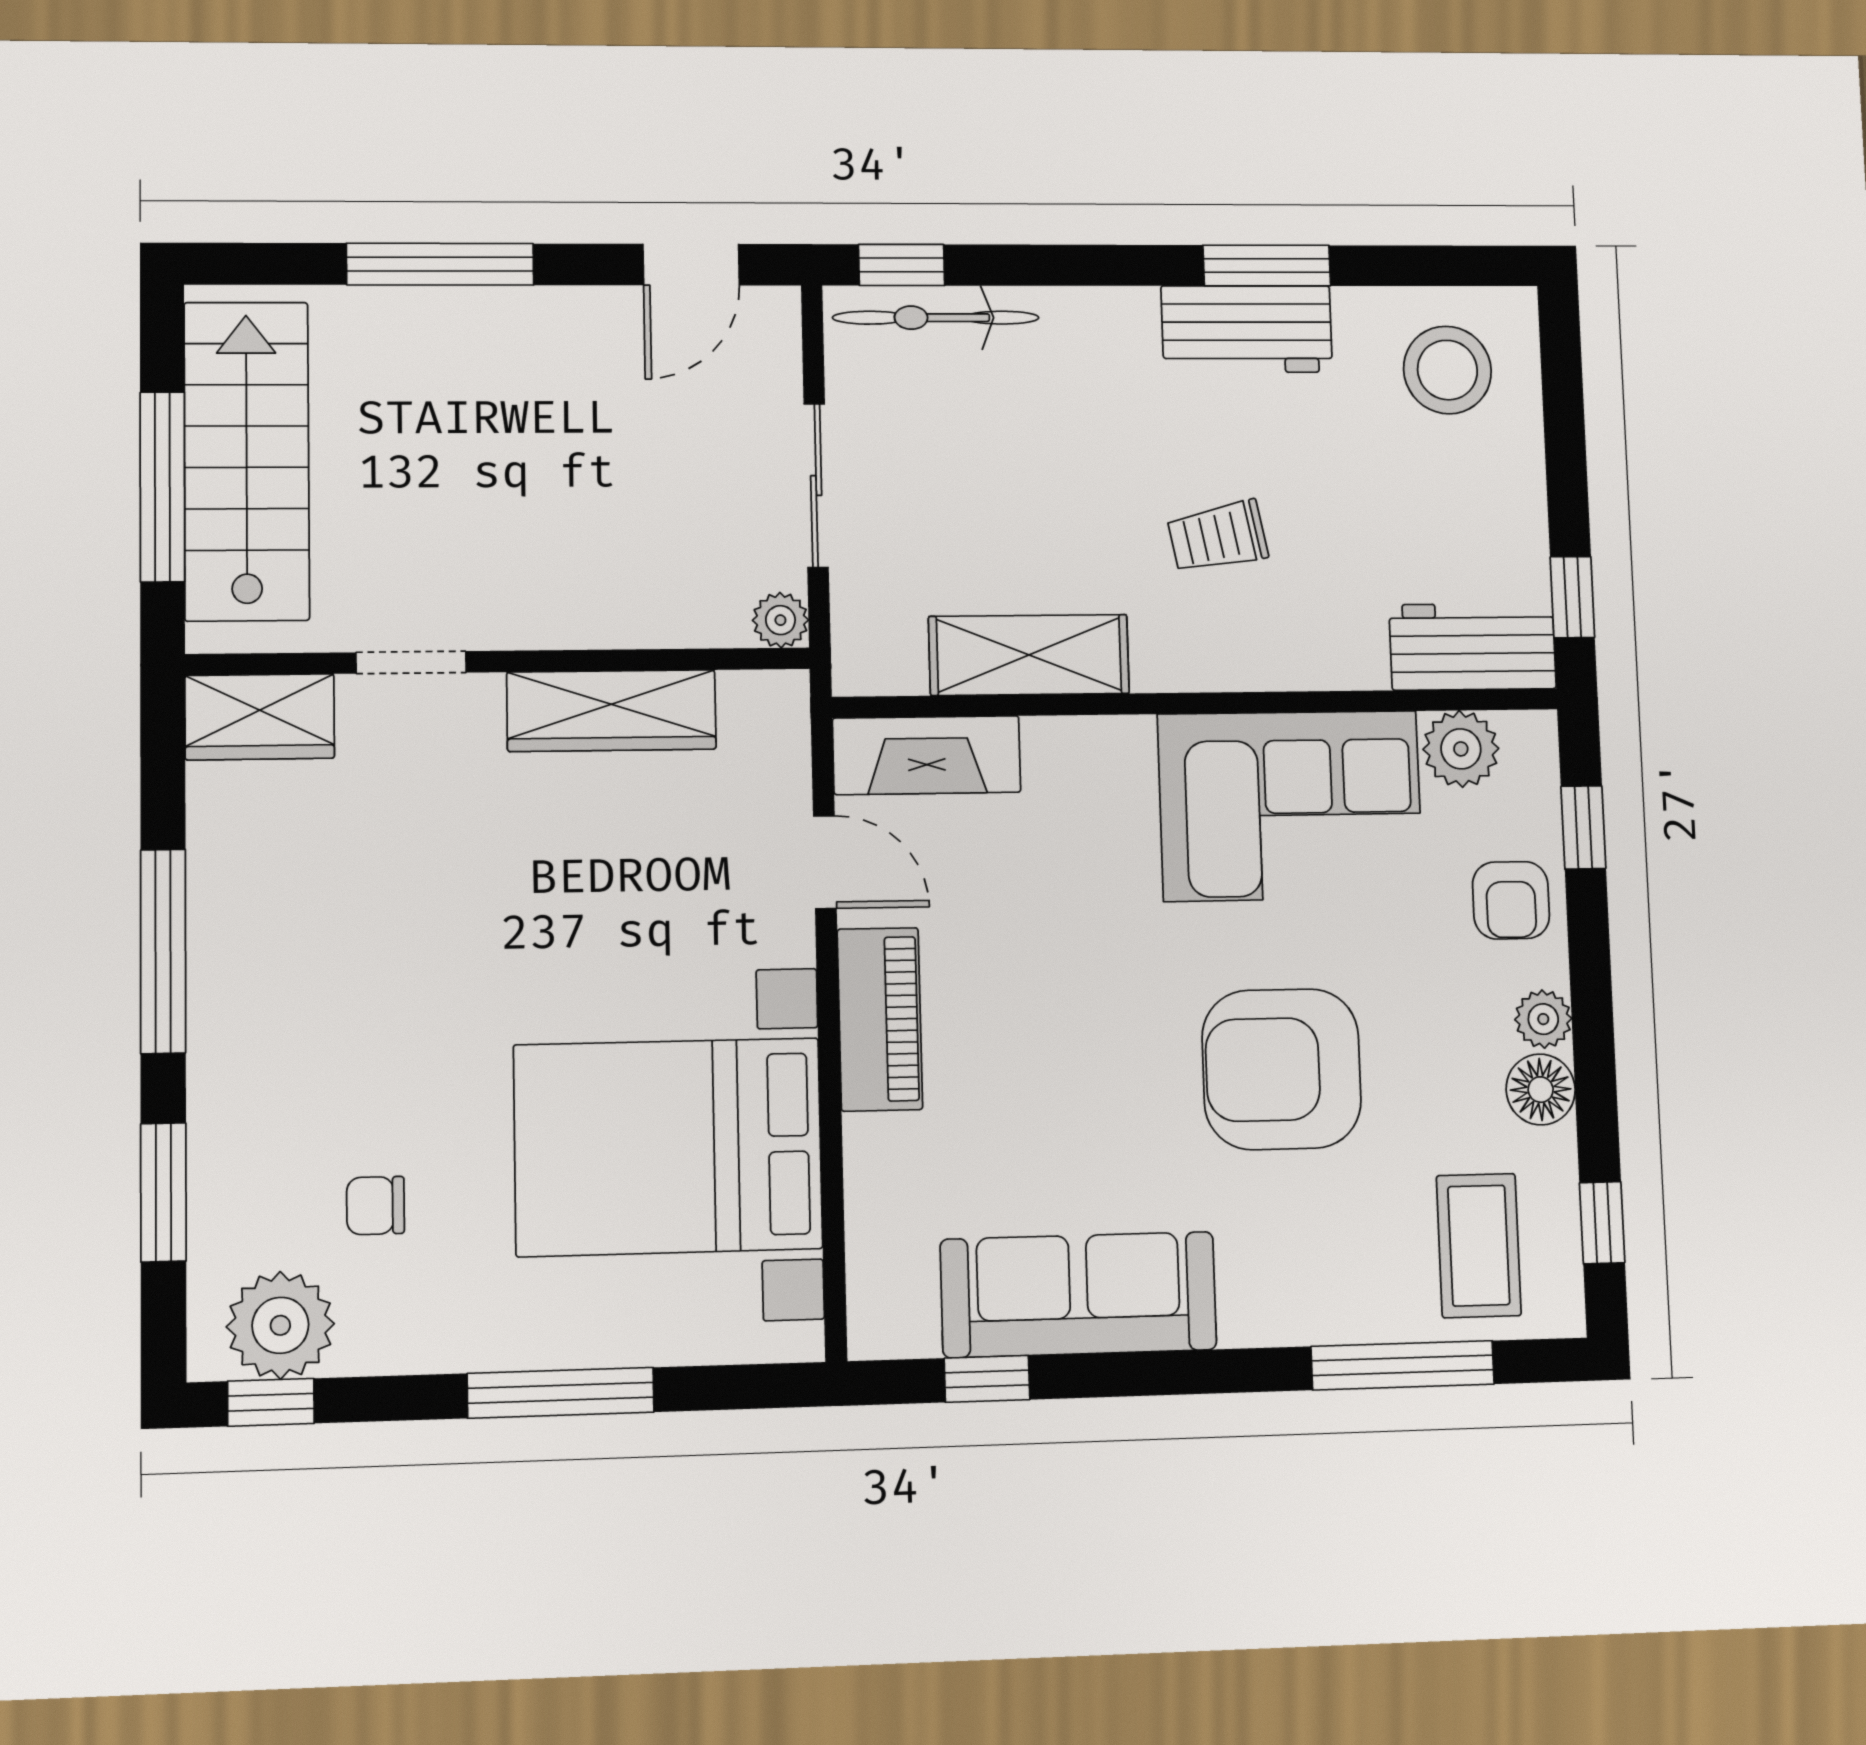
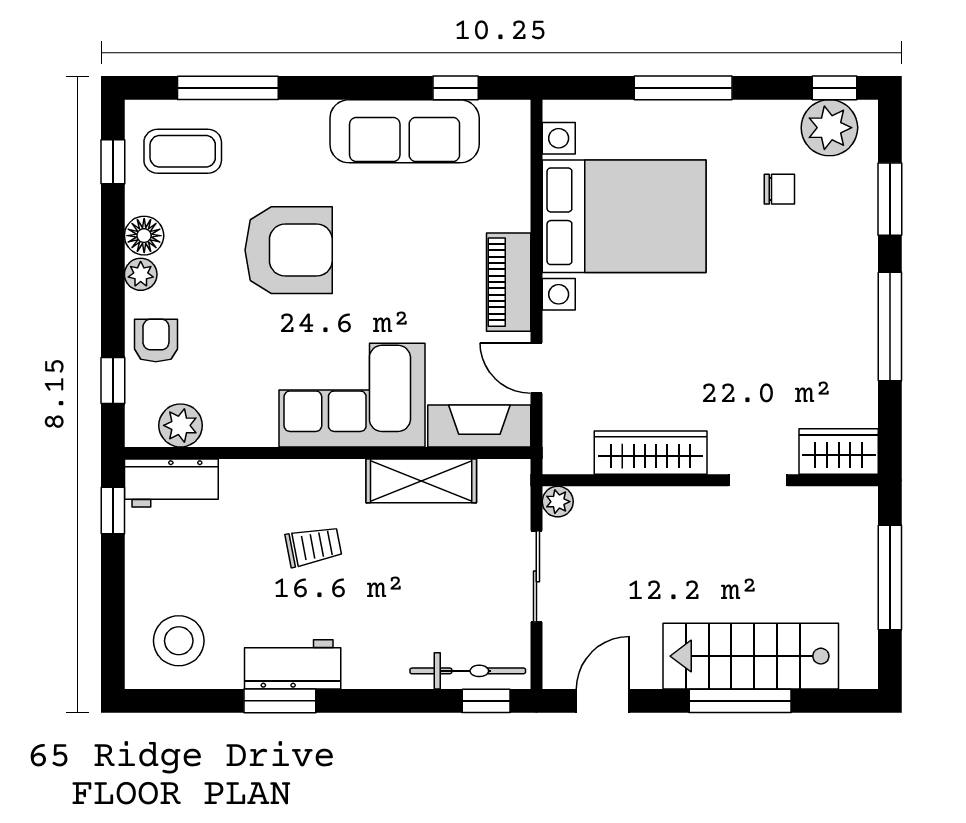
stairs: (247, 461) -> (751, 656), moved, turned 90
corner sofa: (1290, 806) -> (352, 395), moved
coffee table: (1479, 1246) -> (183, 151), turned 90

